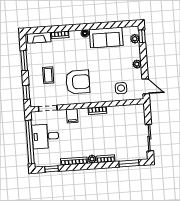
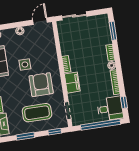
coffee table: (48, 75) -> (37, 113), width x1.86, depth x1.72
side table: (121, 88) -> (25, 64), moved
filing cabinet: (72, 116) -> (72, 83), width x2.00
desk: (45, 136) -> (110, 109), moved, turned -90
sliding door: (149, 138) -> (74, 16), moved

